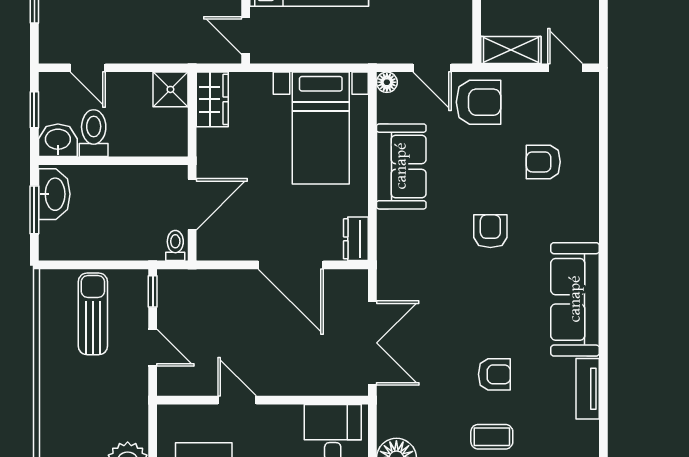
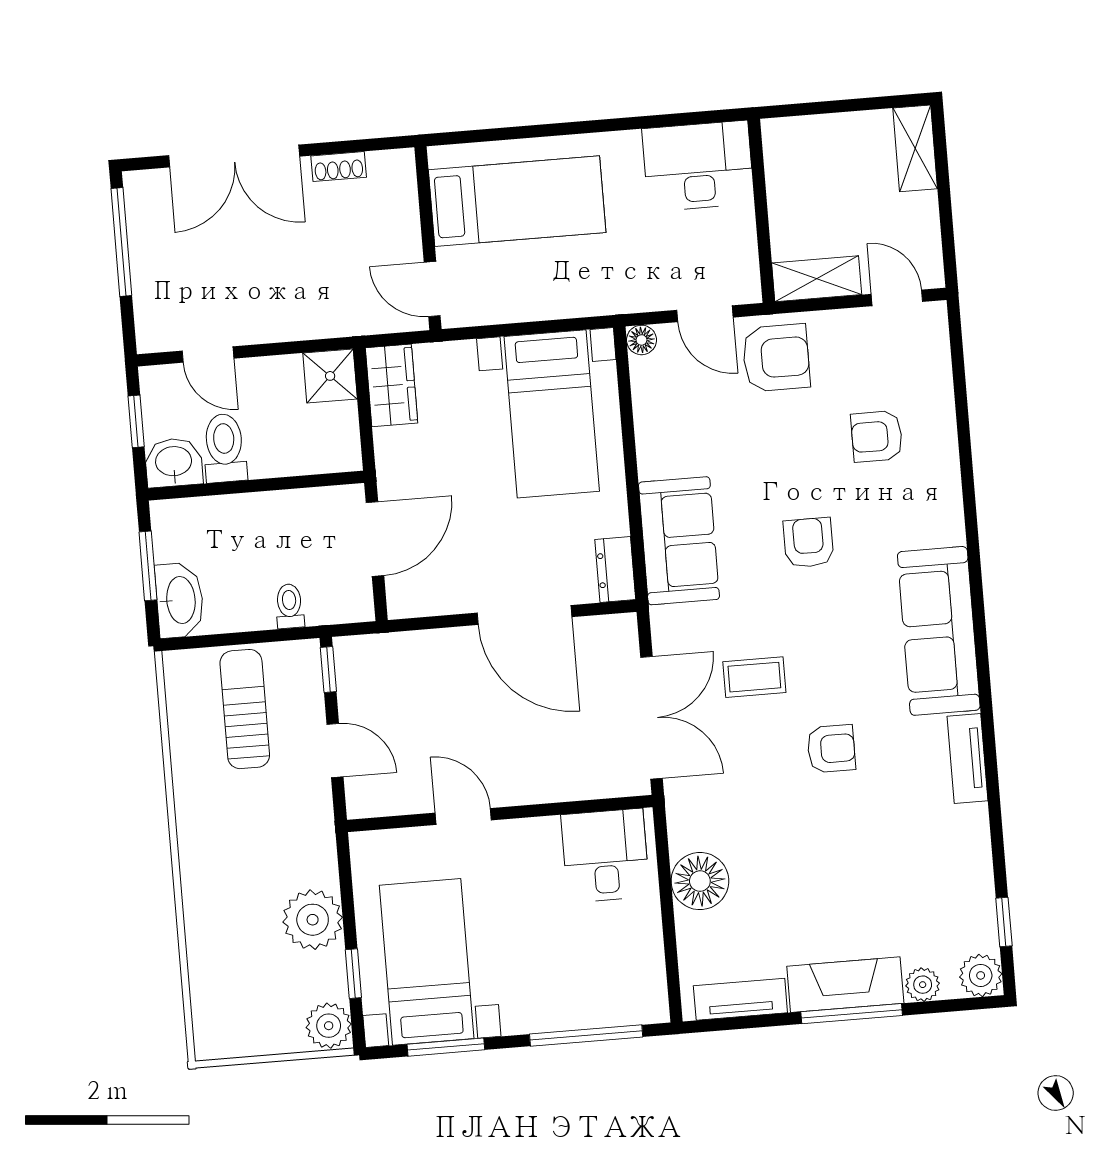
sofa: (401, 166) -> (679, 541), moved
washbasin: (54, 194) -> (180, 600), moved
toilet: (175, 246) -> (290, 606), moved
coffee table: (492, 437) -> (754, 677), moved

